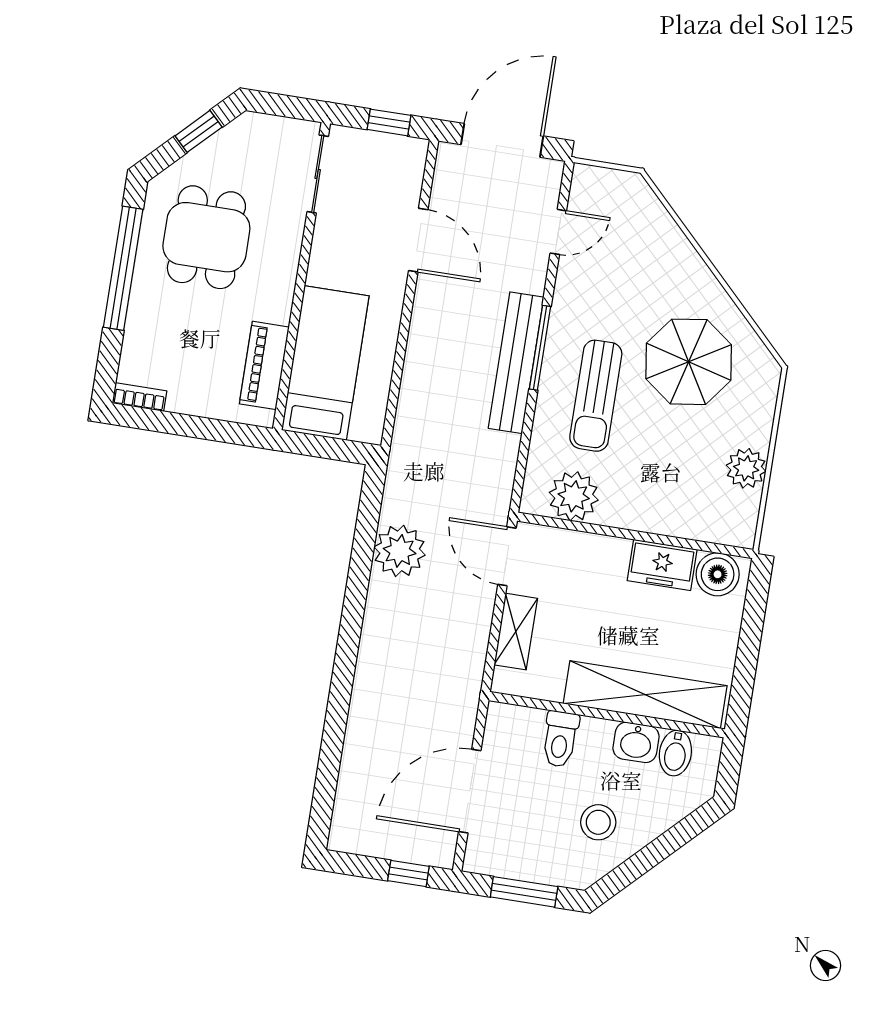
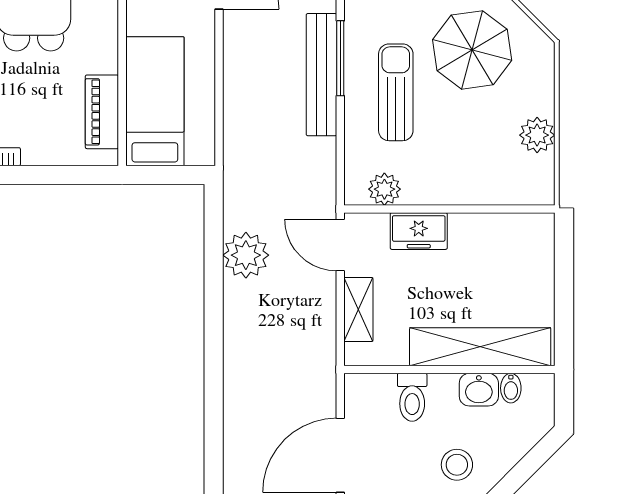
sun lounger: (596, 396) -> (396, 92), turned 180
plant: (574, 496) -> (384, 189), width x0.73, depth x0.73
freezer: (662, 565) -> (419, 231), moved
boiler: (718, 574) -> (527, 232), removed
bidet: (675, 753) -> (511, 388), width x0.72, depth x0.74

